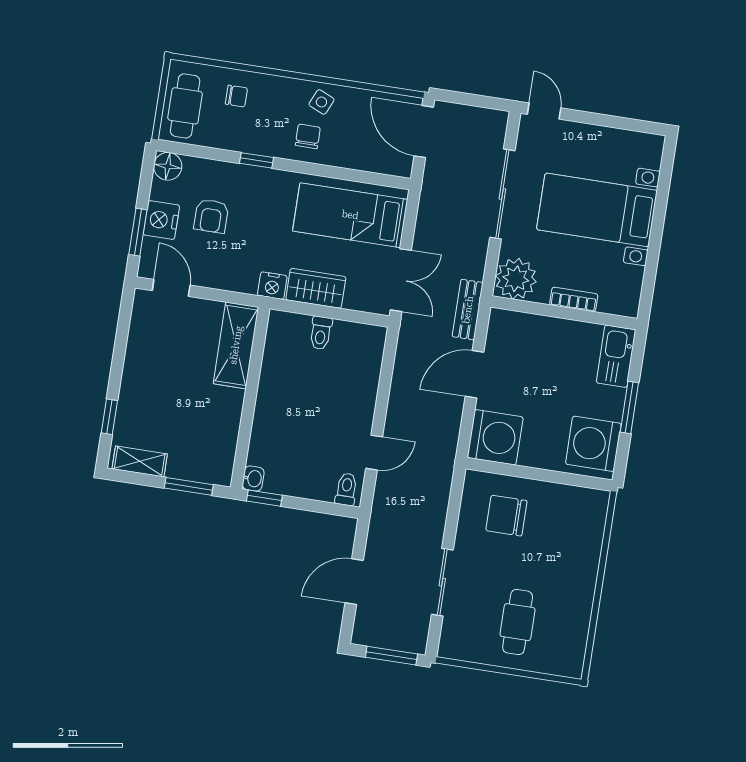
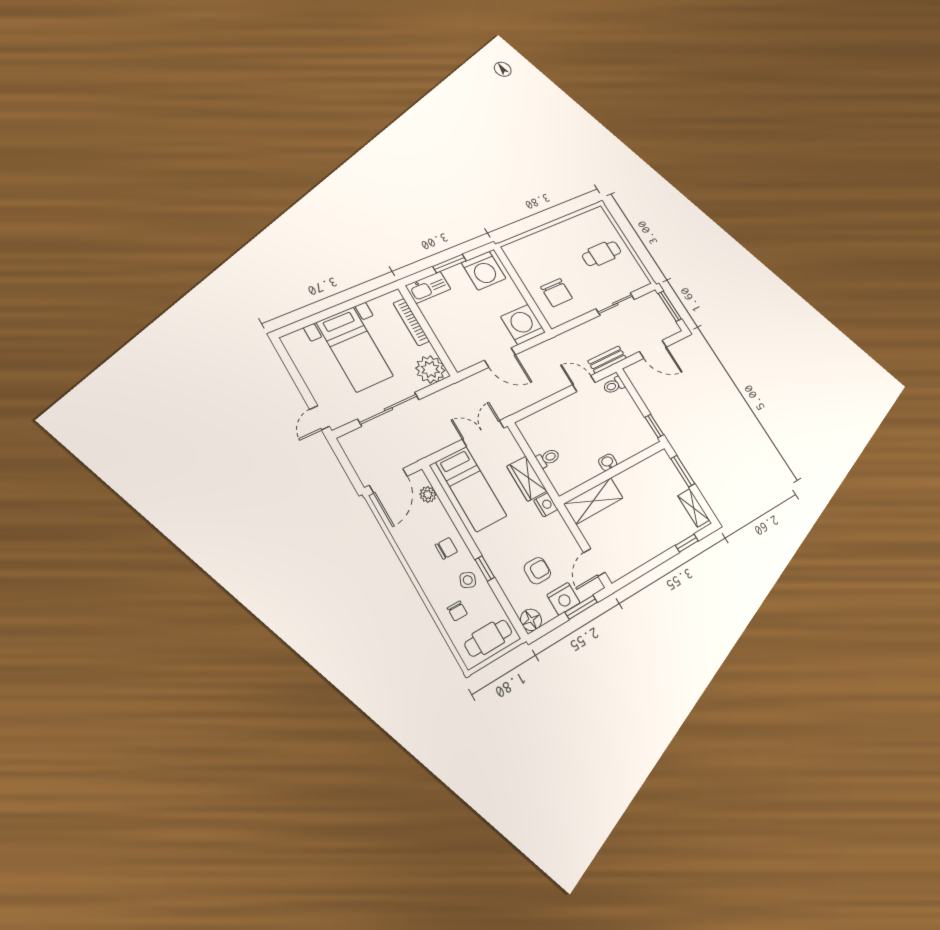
chair: (236, 96) -> (457, 611), turned 180
side table: (321, 102) -> (468, 580), moved
chair: (308, 136) -> (446, 548), turned 180
plant: (379, 162) -> (428, 494), added
bookcase: (574, 299) -> (411, 322), width x1.56
bench: (468, 310) -> (607, 360), moved
washbasin: (253, 478) -> (608, 462), moved

